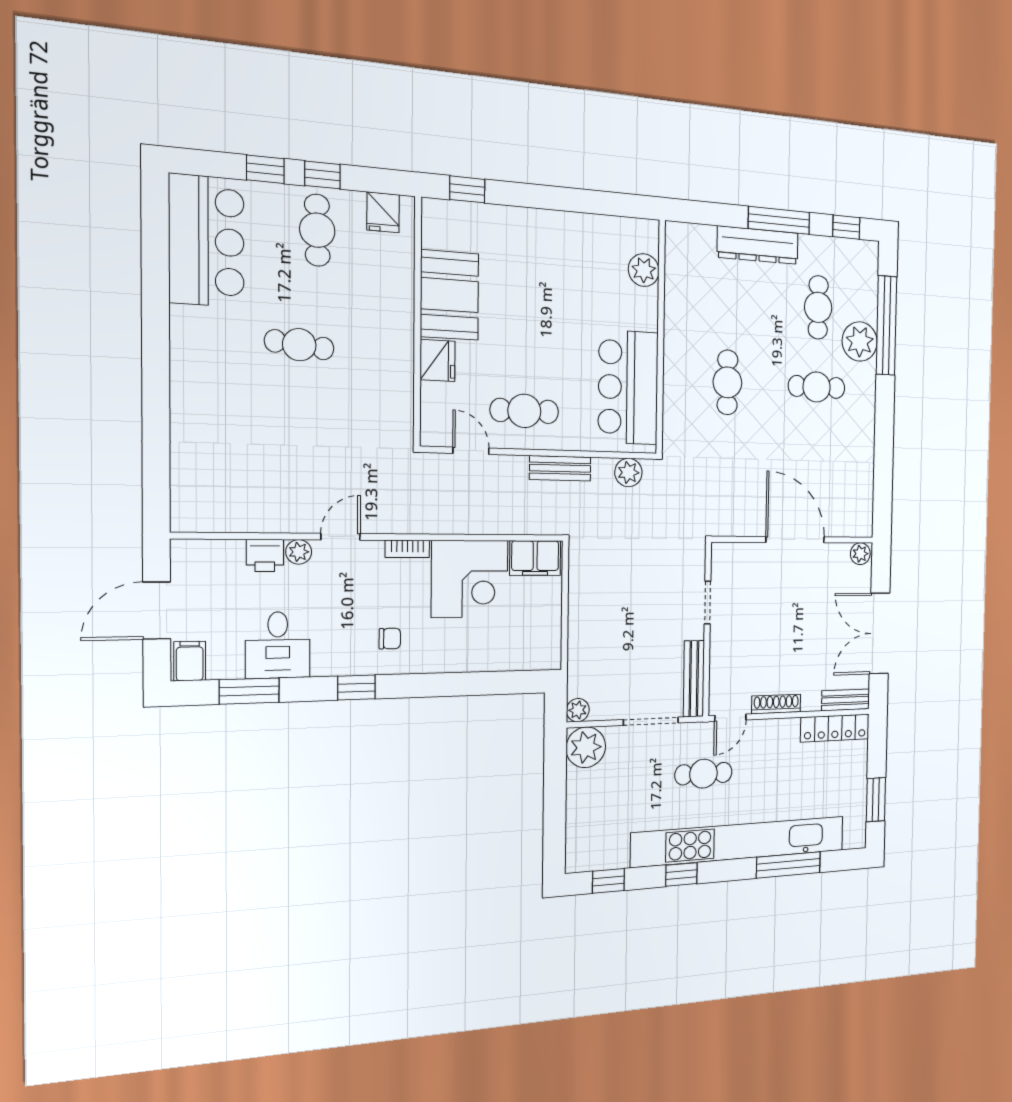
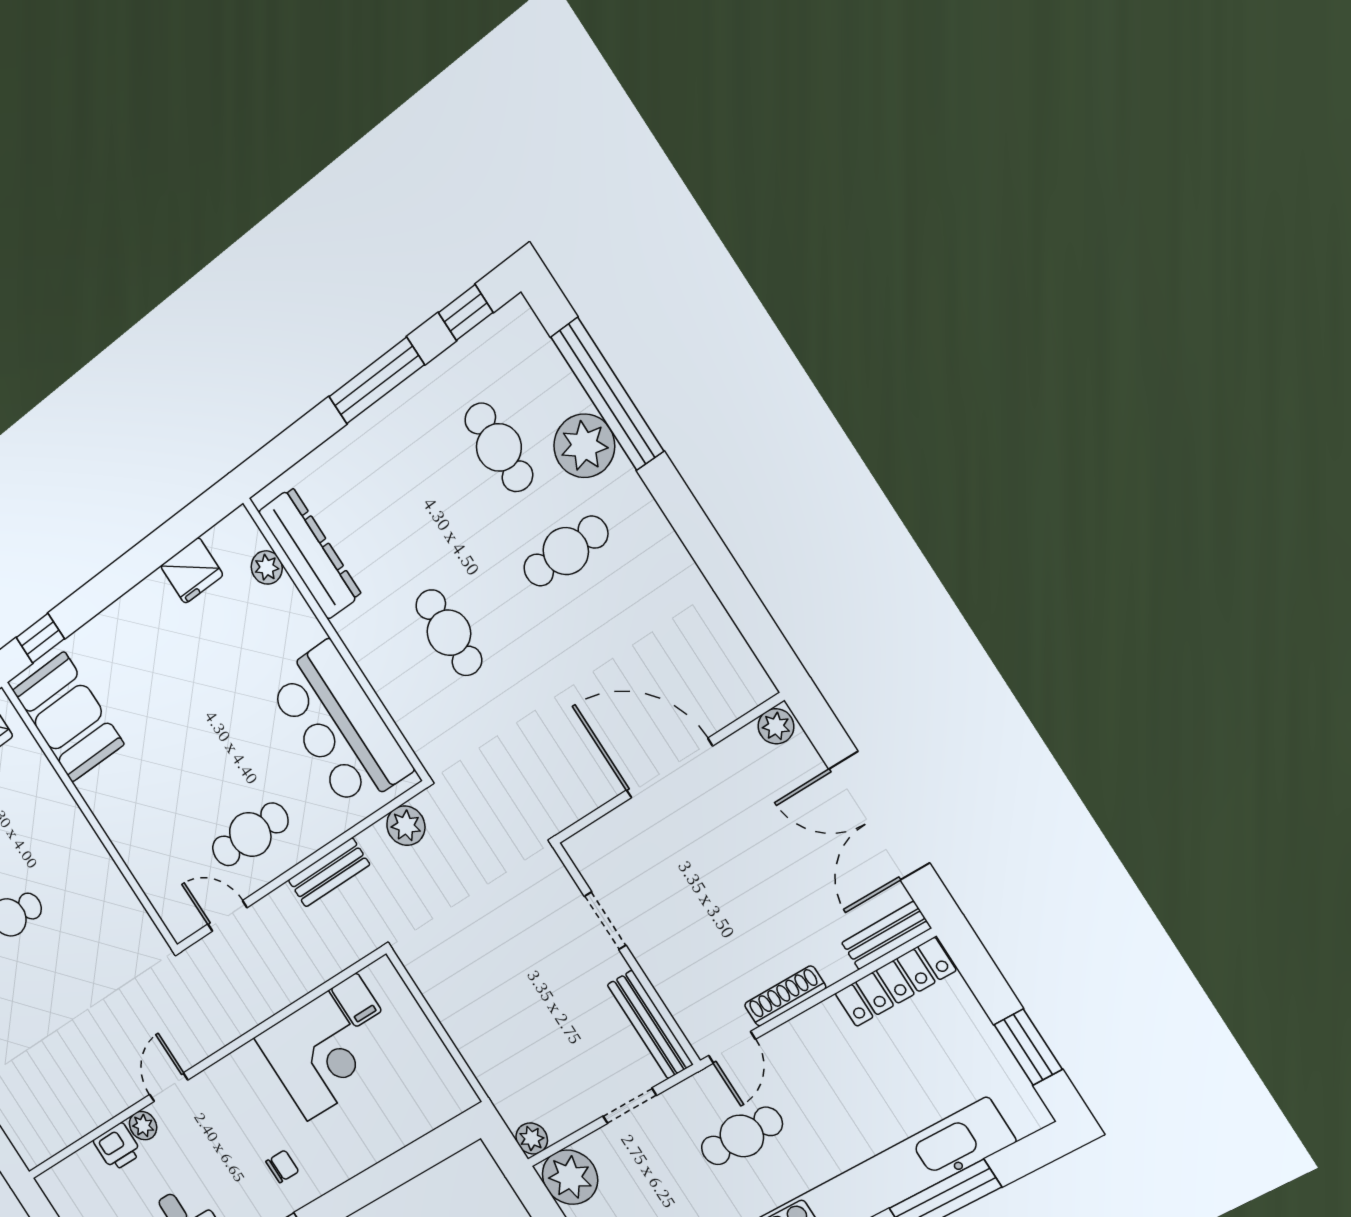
dresser: (758, 245) -> (310, 553), moved, turned -90
plant: (644, 270) -> (267, 567), width x0.73, depth x0.73
booth: (450, 295) -> (68, 717), moved
fridge: (438, 360) -> (192, 571), moved, turned 90
bookcase: (407, 549) -> (237, 1061), removed
filing cabinet: (535, 558) -> (356, 1000), width x0.50
doorway: (651, 721) -> (630, 1106), width x0.73

